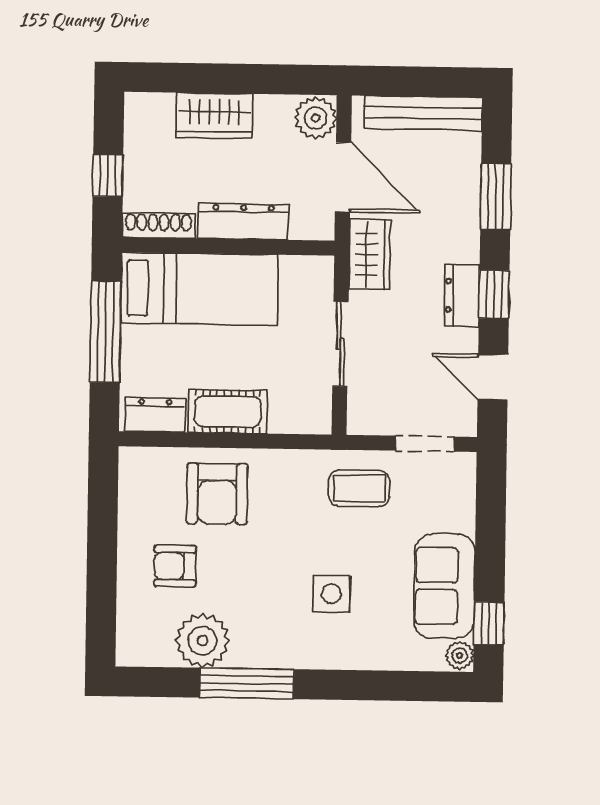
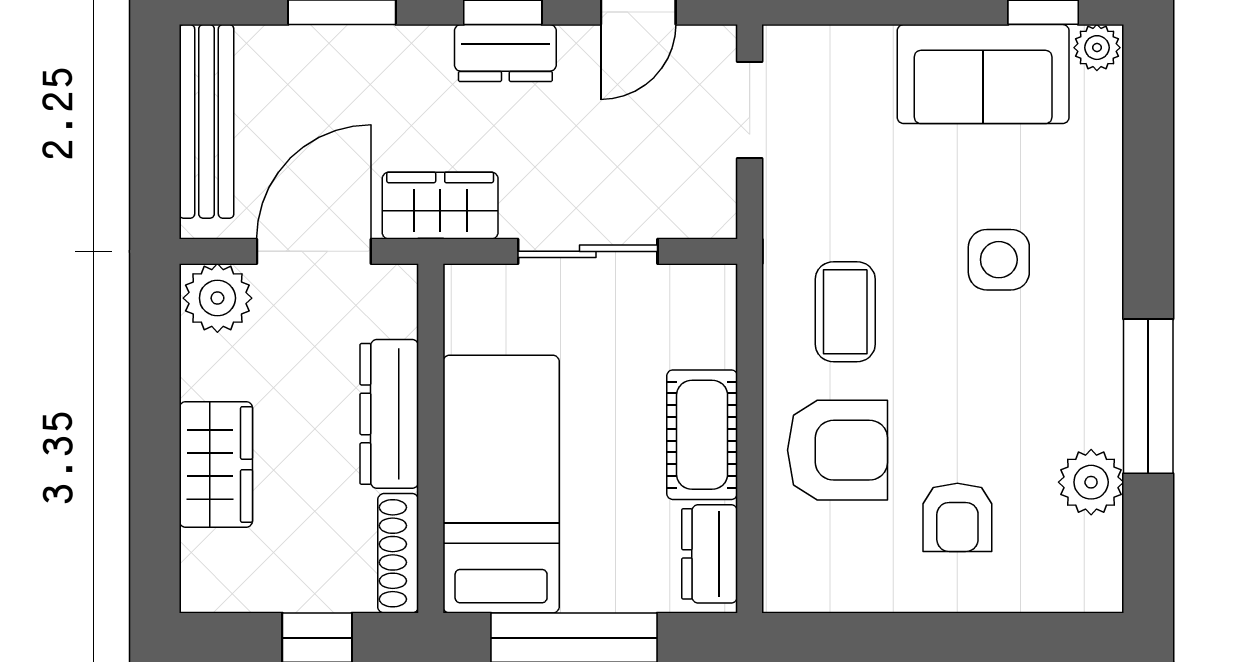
coffee table: (359, 488) -> (845, 312), moved
plant: (202, 641) -> (1091, 482), width x0.73, depth x0.73

